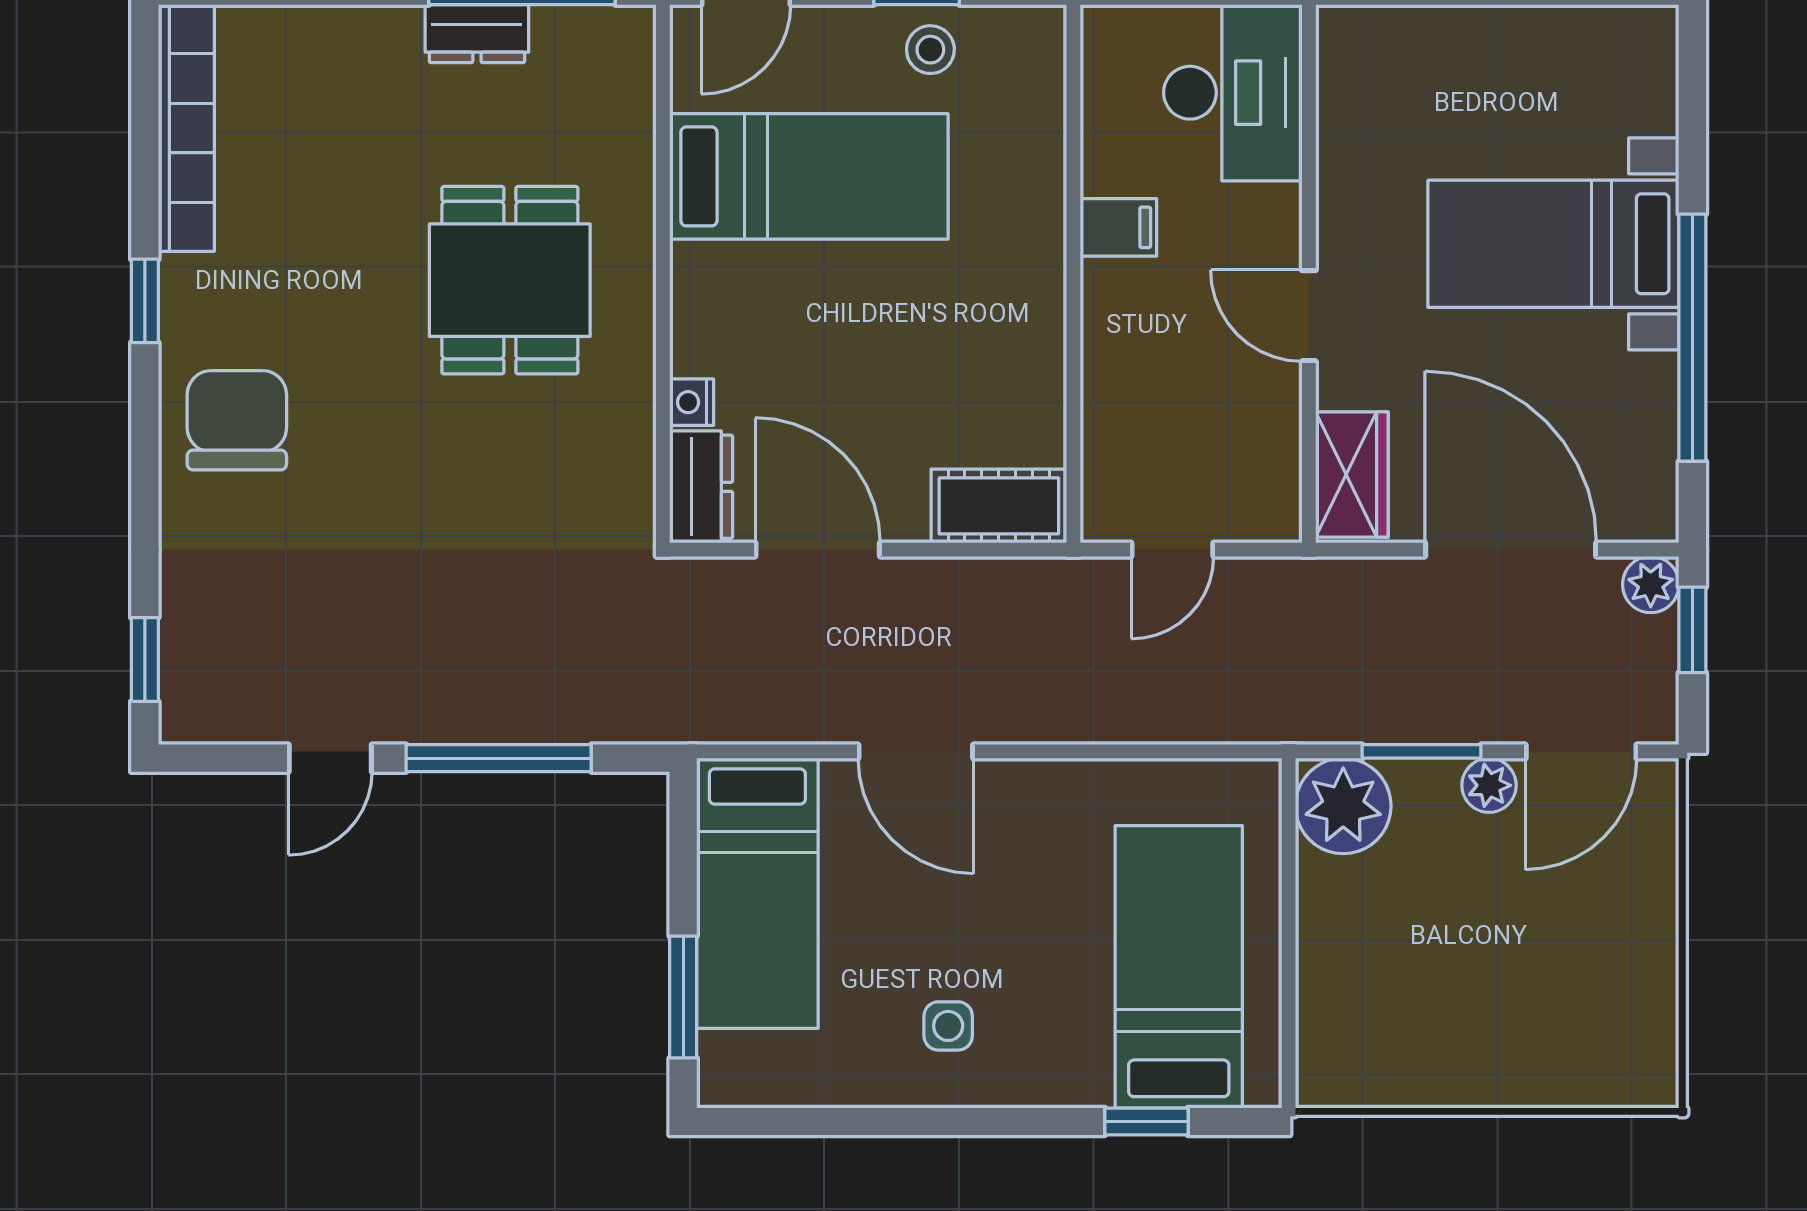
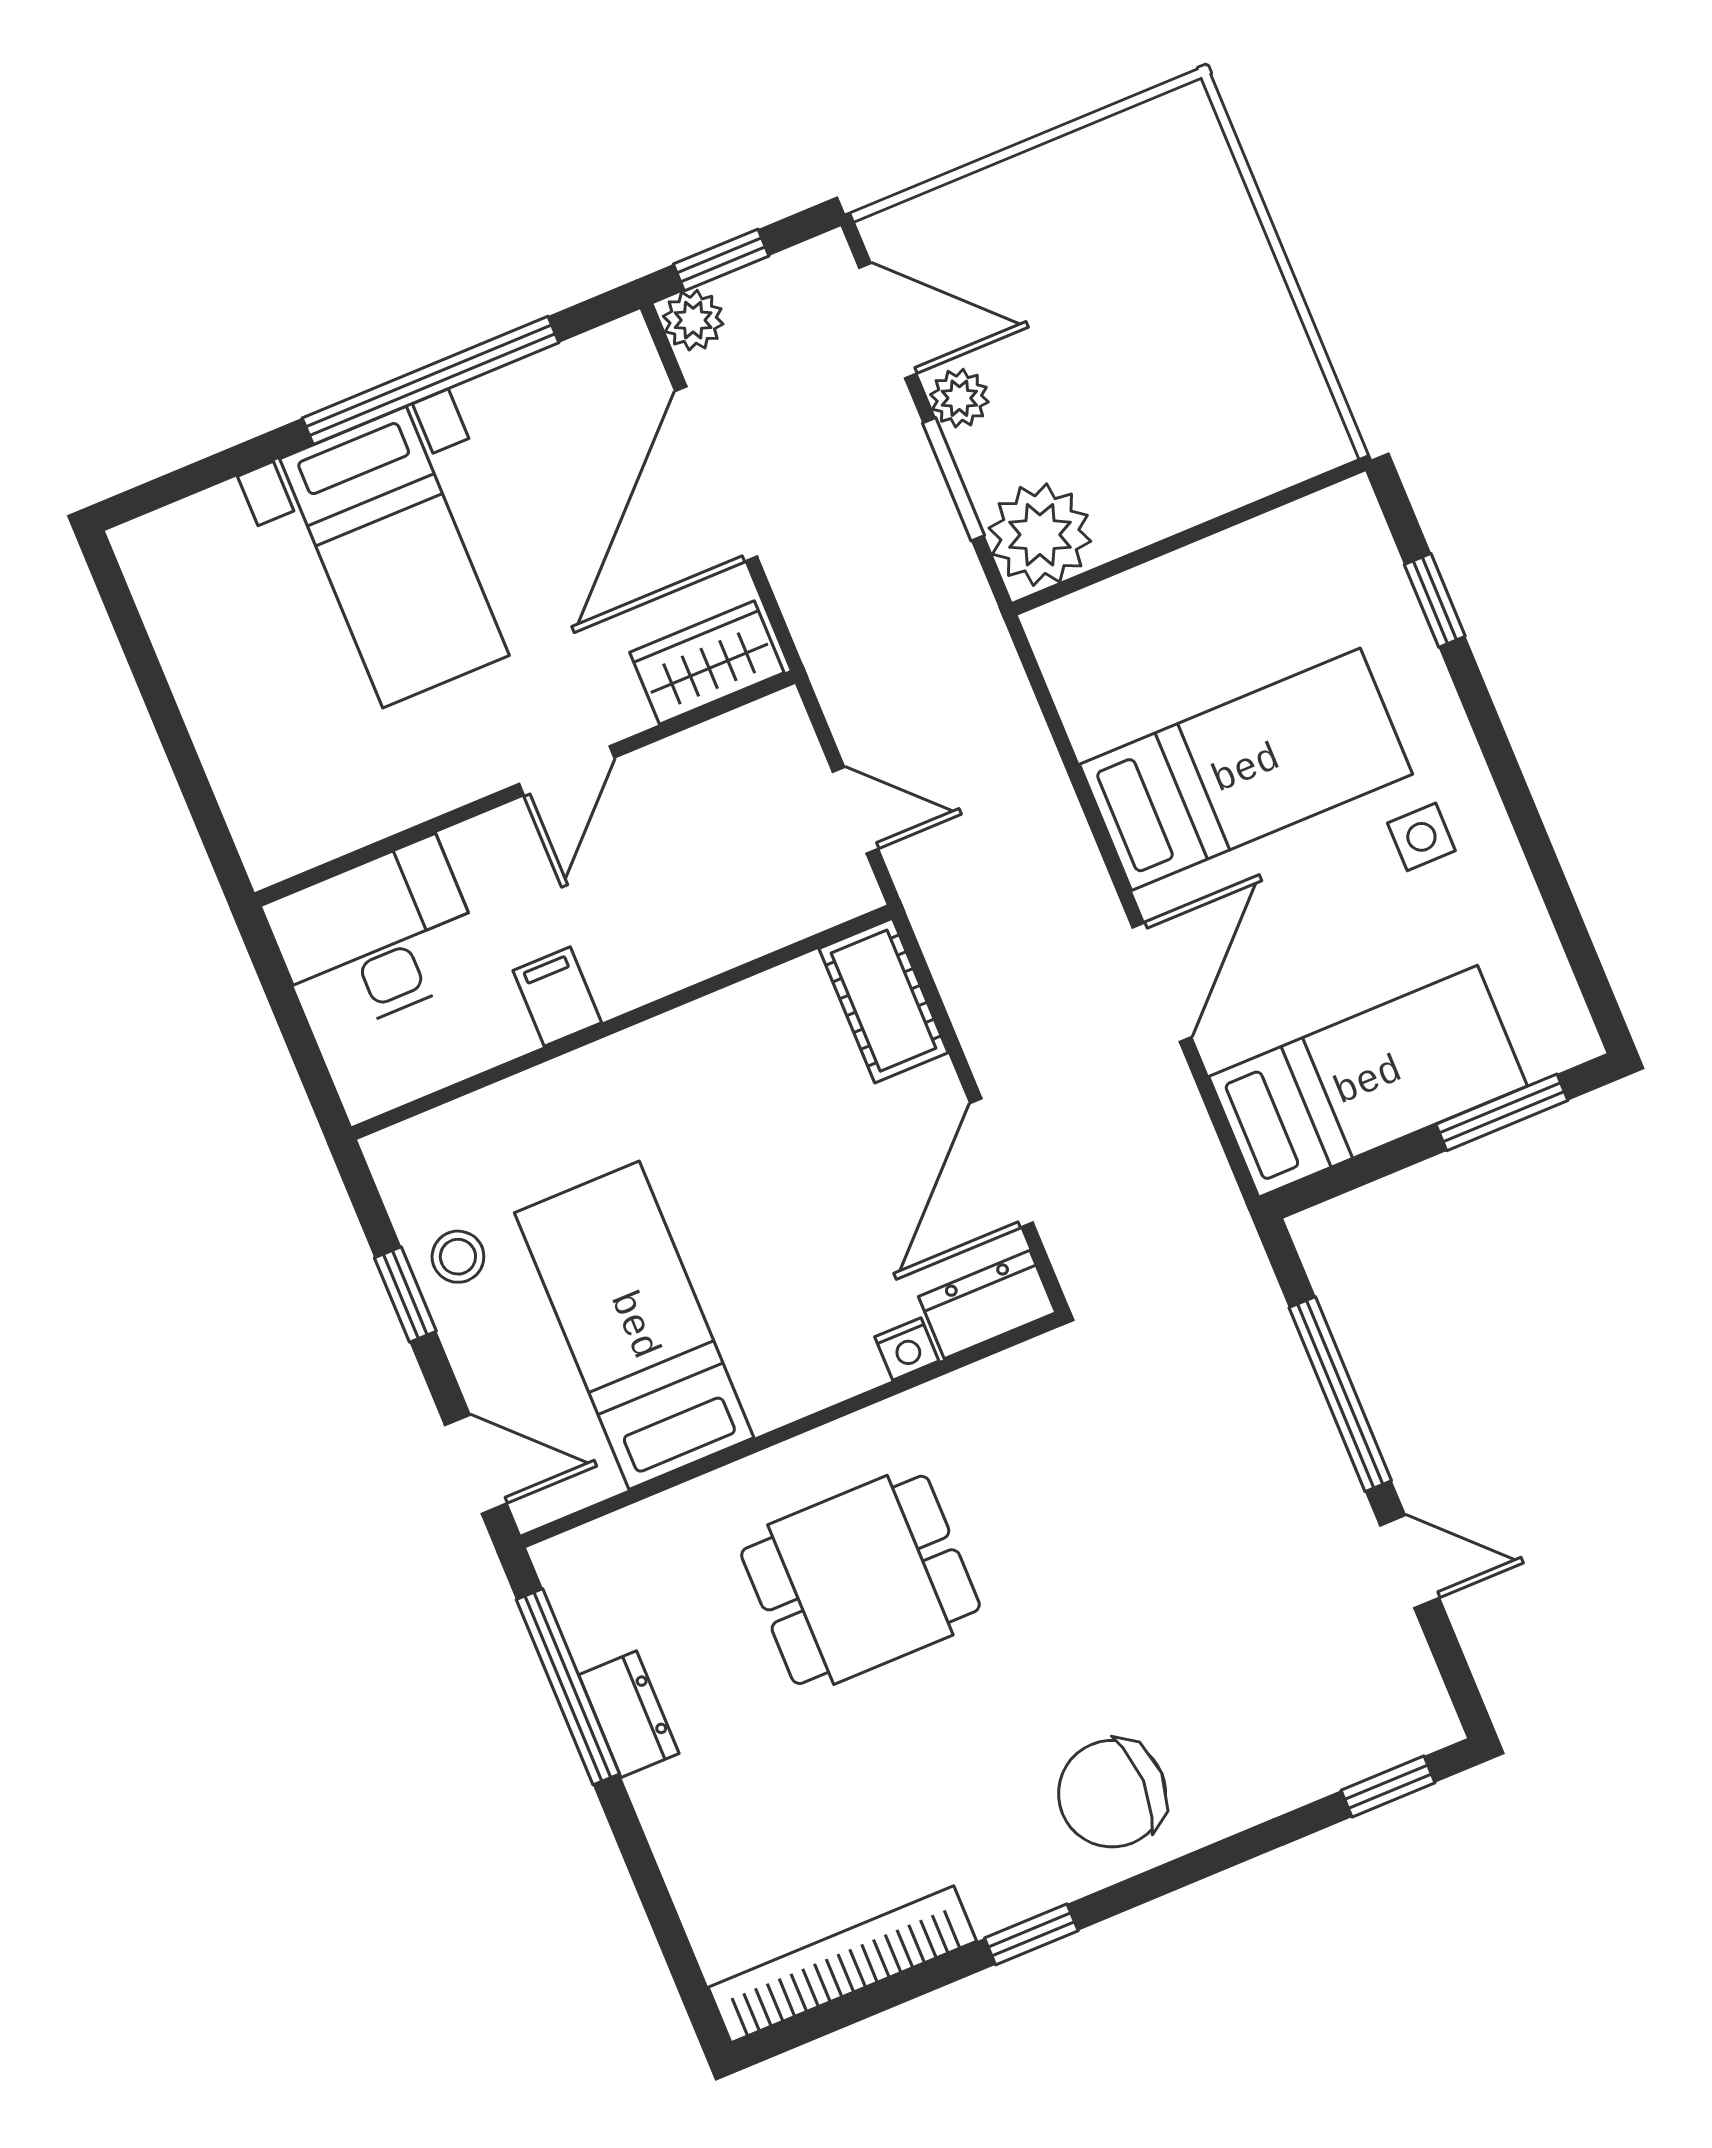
bed: (1179, 967) -> (1246, 769), moved, turned 180

